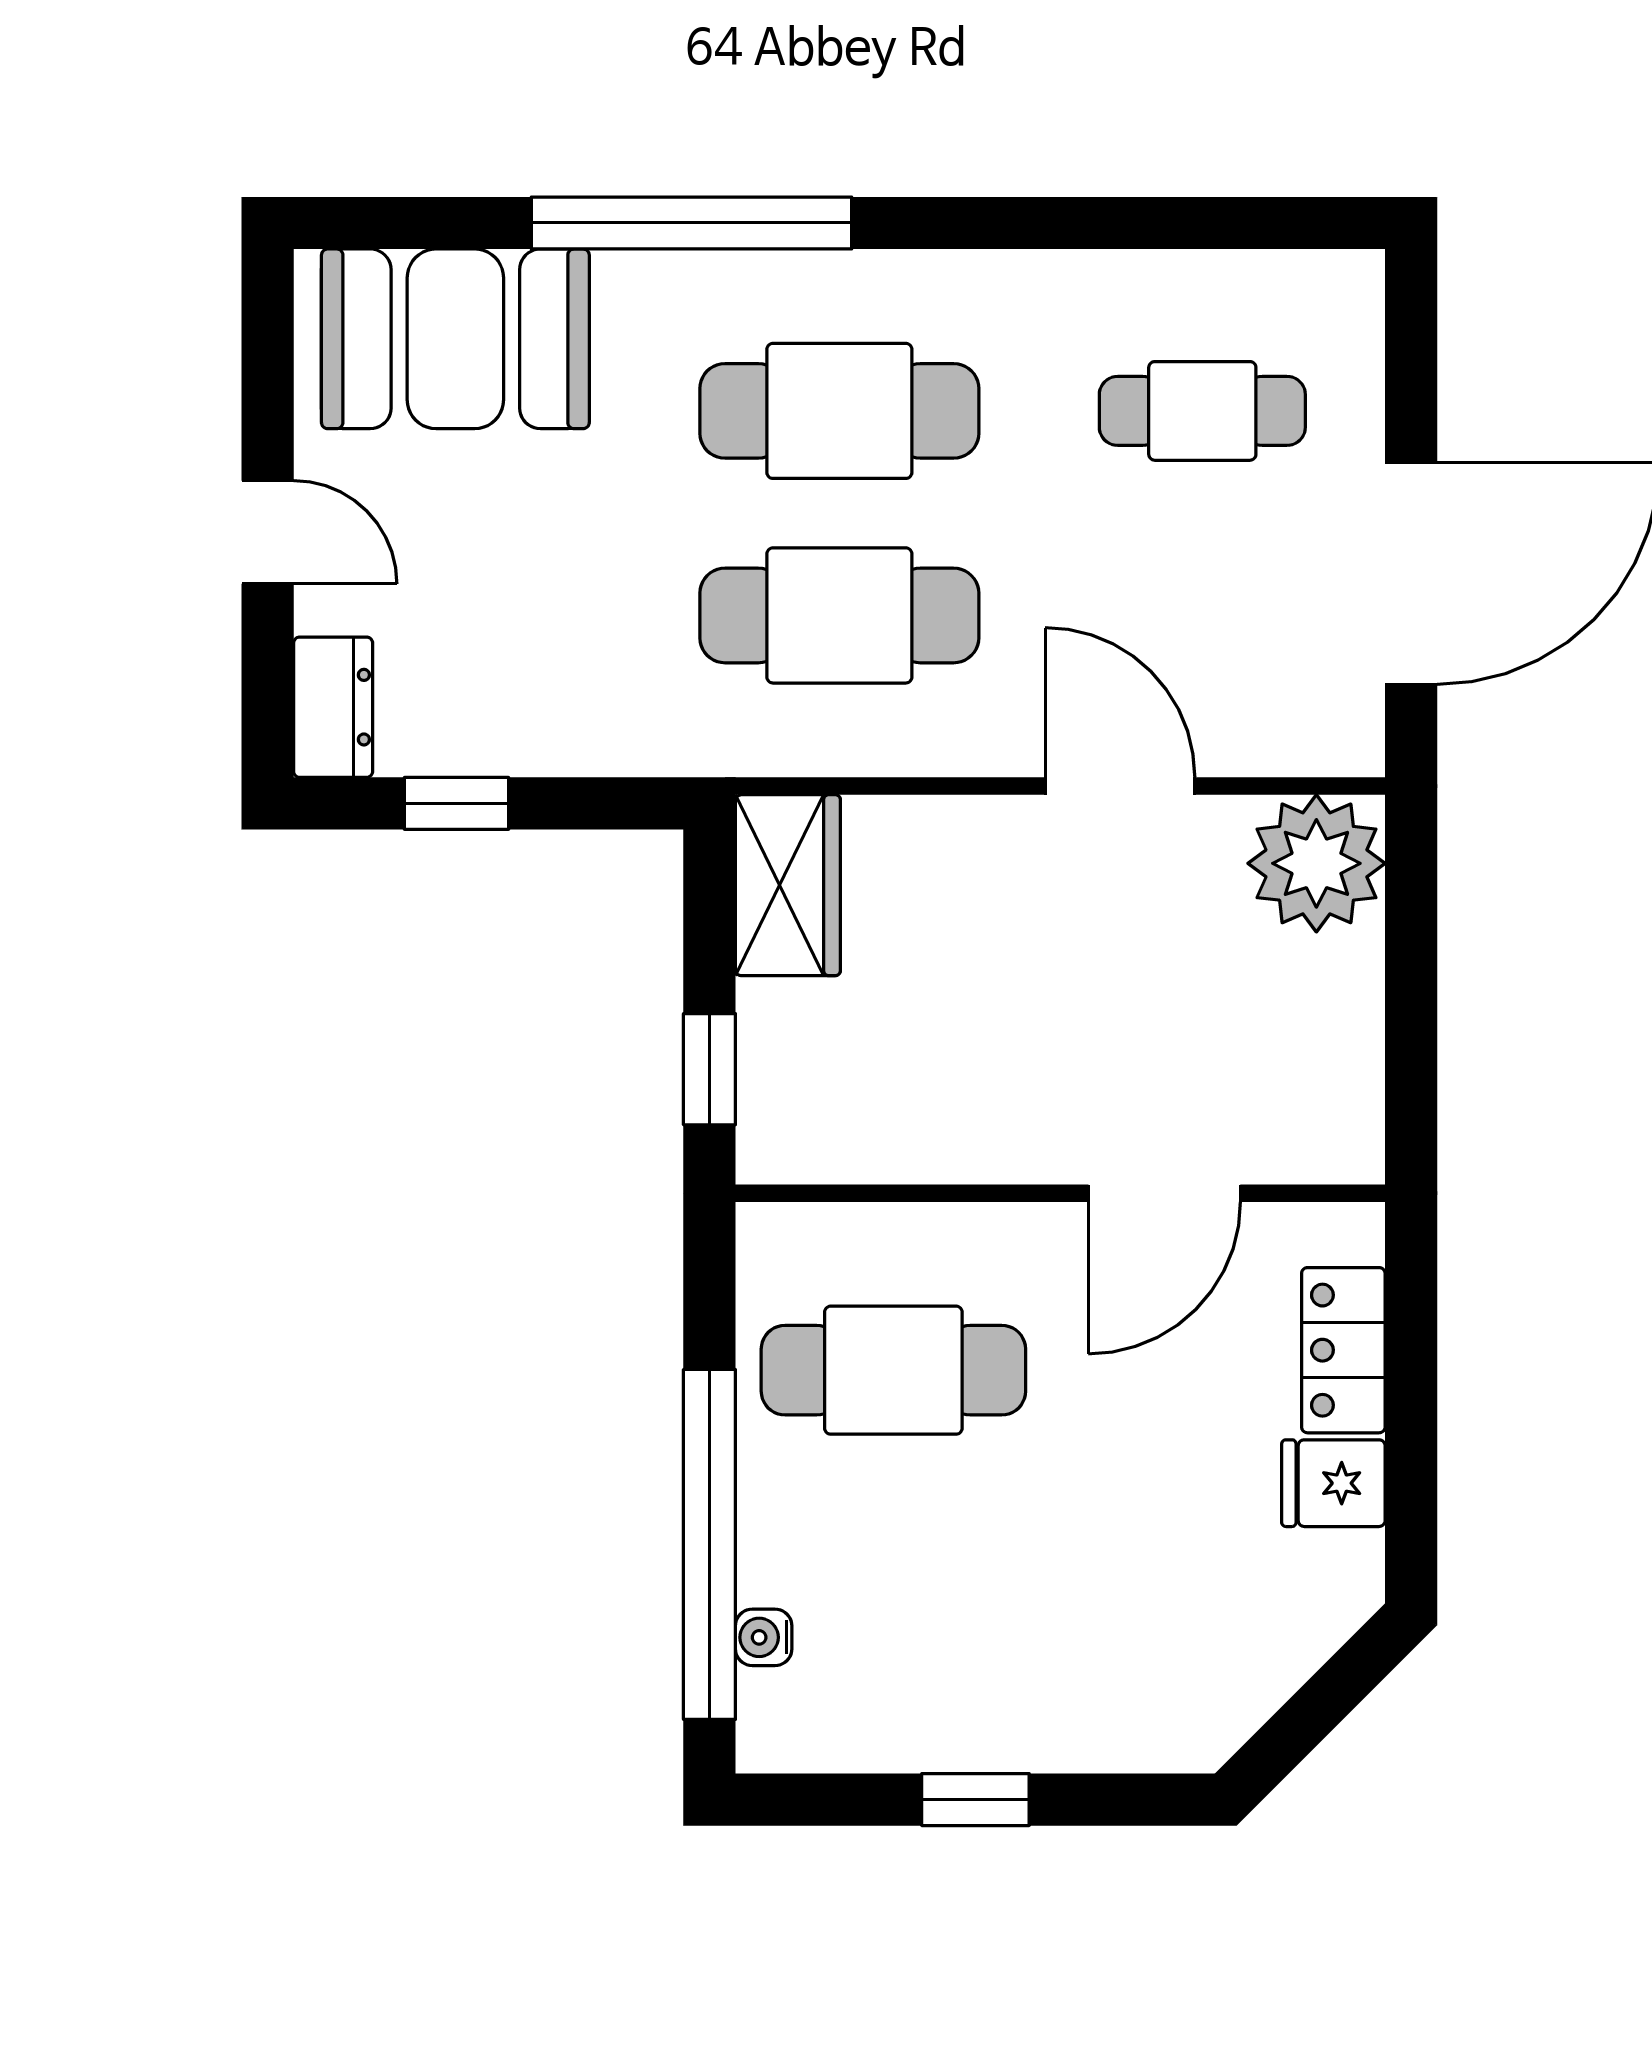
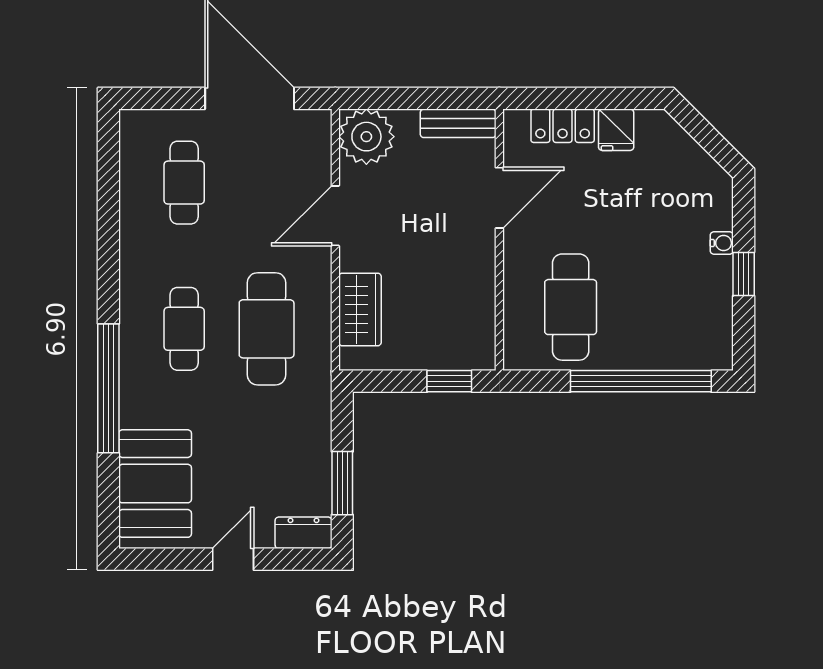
cafe table: (839, 411) -> (184, 329), width x0.73, depth x0.74
window: (456, 803) -> (342, 483), width x1.50
wardrobe: (788, 885) -> (360, 309), moved, turned 90
bench: (1349, 1091) -> (458, 123), added
door: (1164, 1193) -> (499, 198), hinge flipped
water cooler: (764, 1637) -> (722, 243), moved, turned -90

